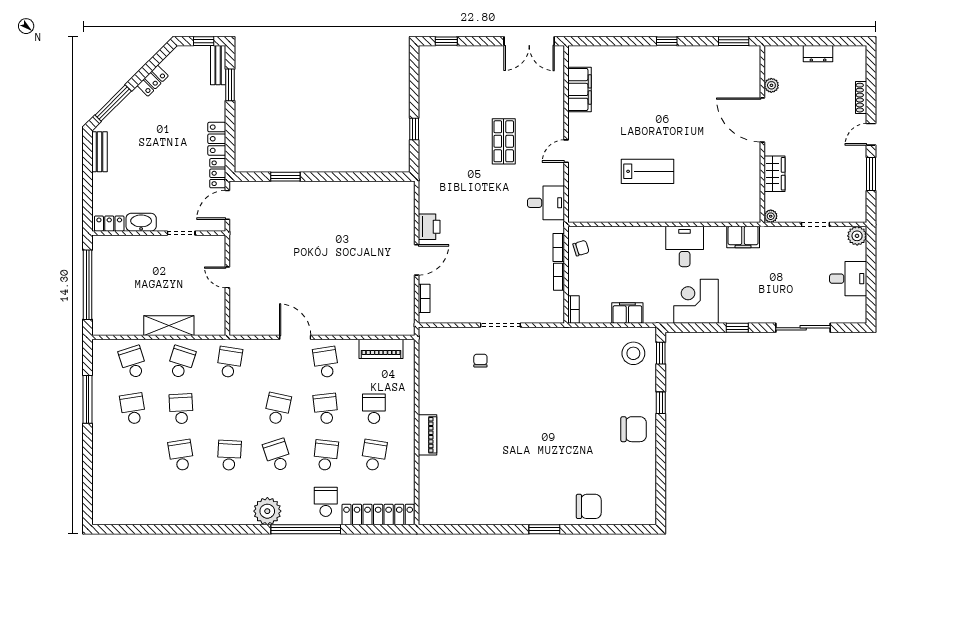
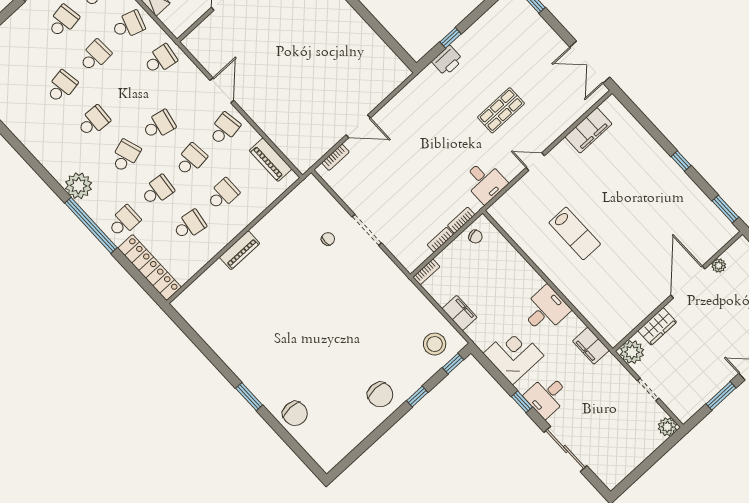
plant: (771, 216) -> (632, 352), width x1.88, depth x1.88
printer: (429, 227) -> (447, 61), moved
desk: (848, 279) -> (547, 396), moved, turned 90

